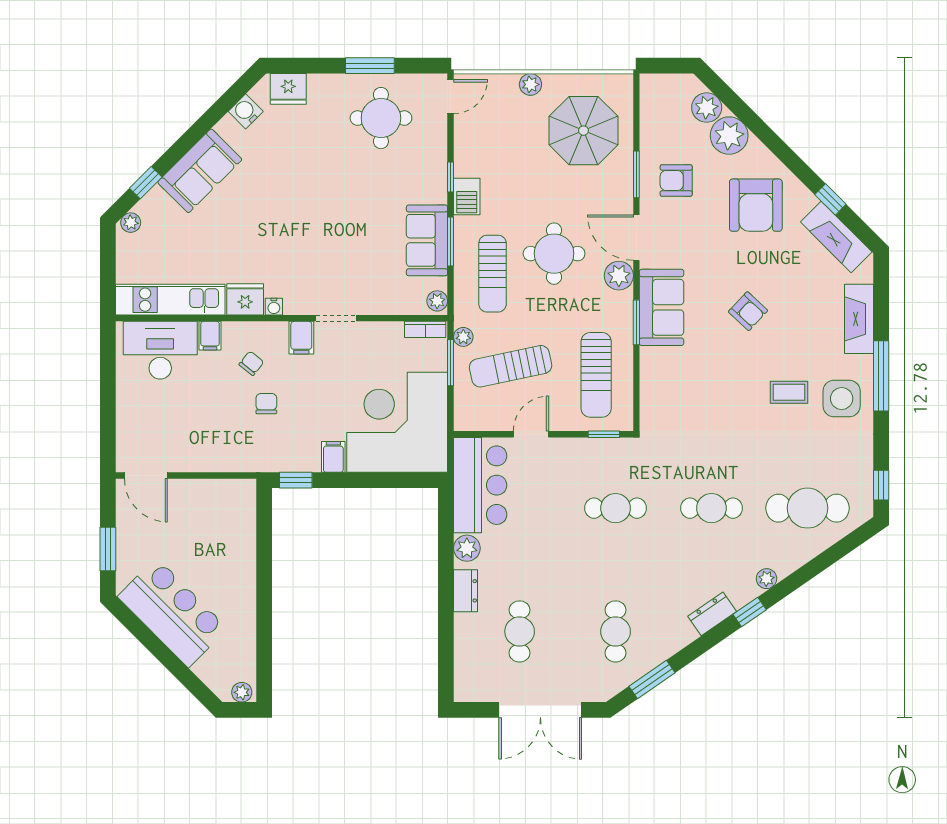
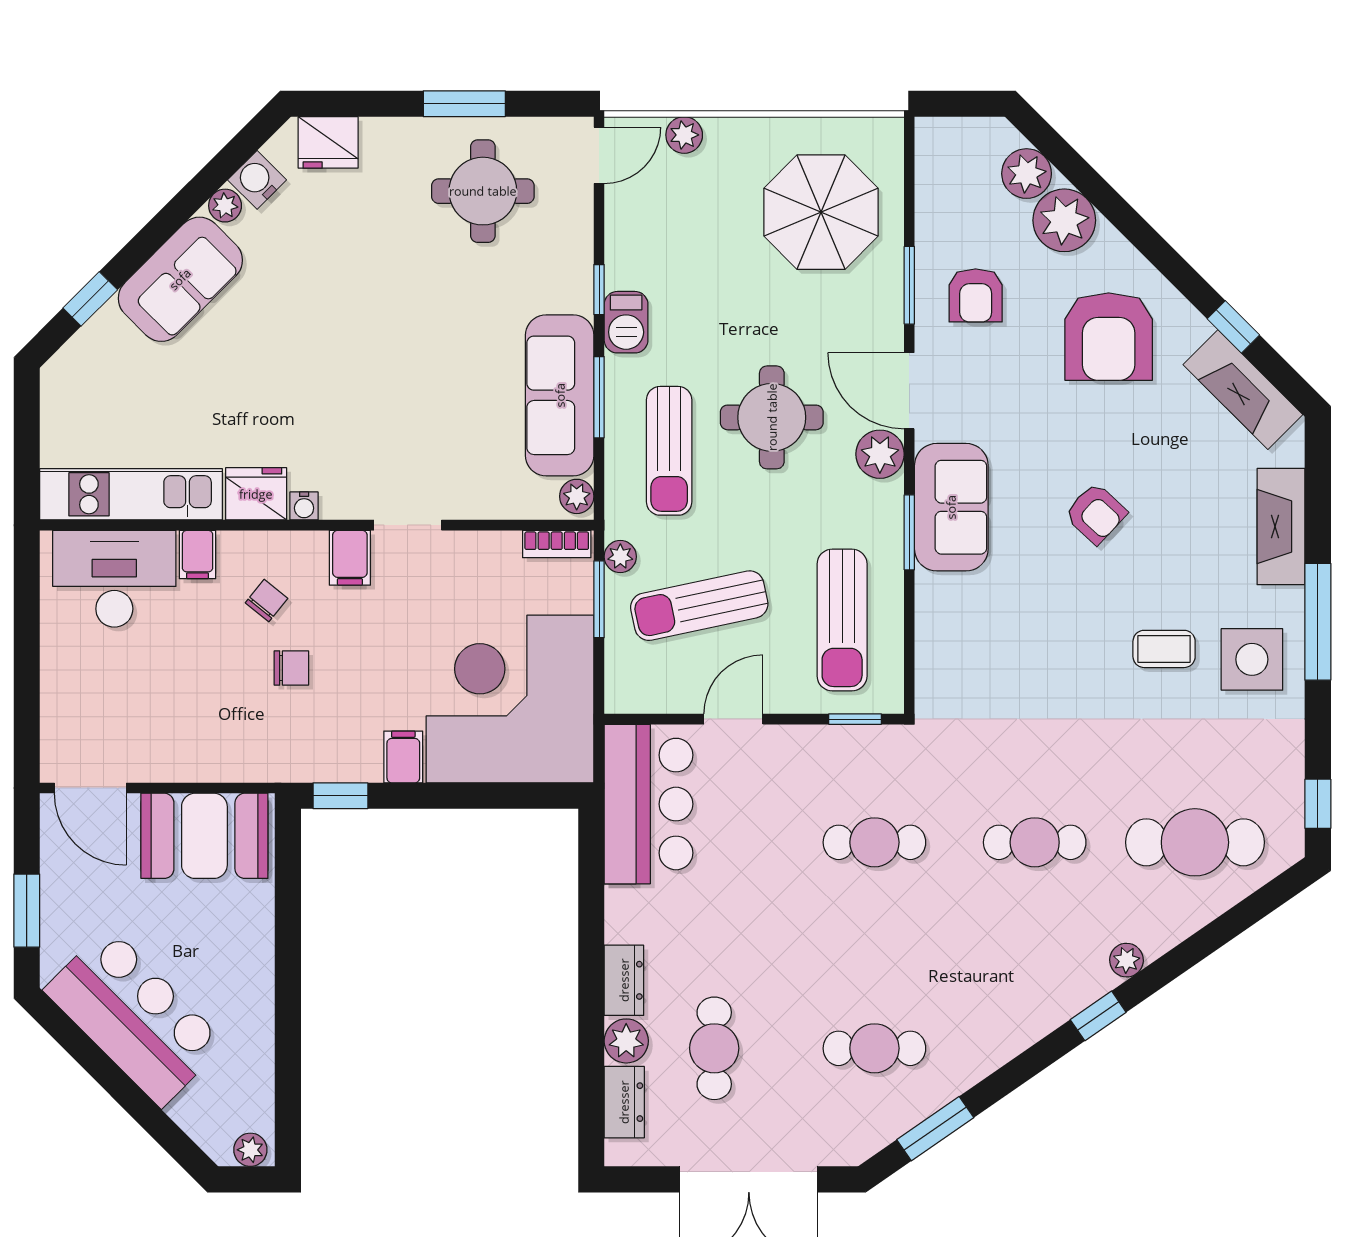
plant: (530, 84) -> (684, 135), moved
armchair: (676, 181) -> (976, 295), turned -90
plant: (131, 223) -> (225, 206), moved
sofa: (427, 240) -> (560, 395), width x1.36
chair: (266, 404) -> (291, 668), turned 90
booth: (214, 504) -> (204, 836), added
plant: (467, 548) -> (626, 1041), moved
dresser: (712, 614) -> (624, 1102), moved, turned 125
cafe table: (616, 631) -> (874, 1048), turned 90

